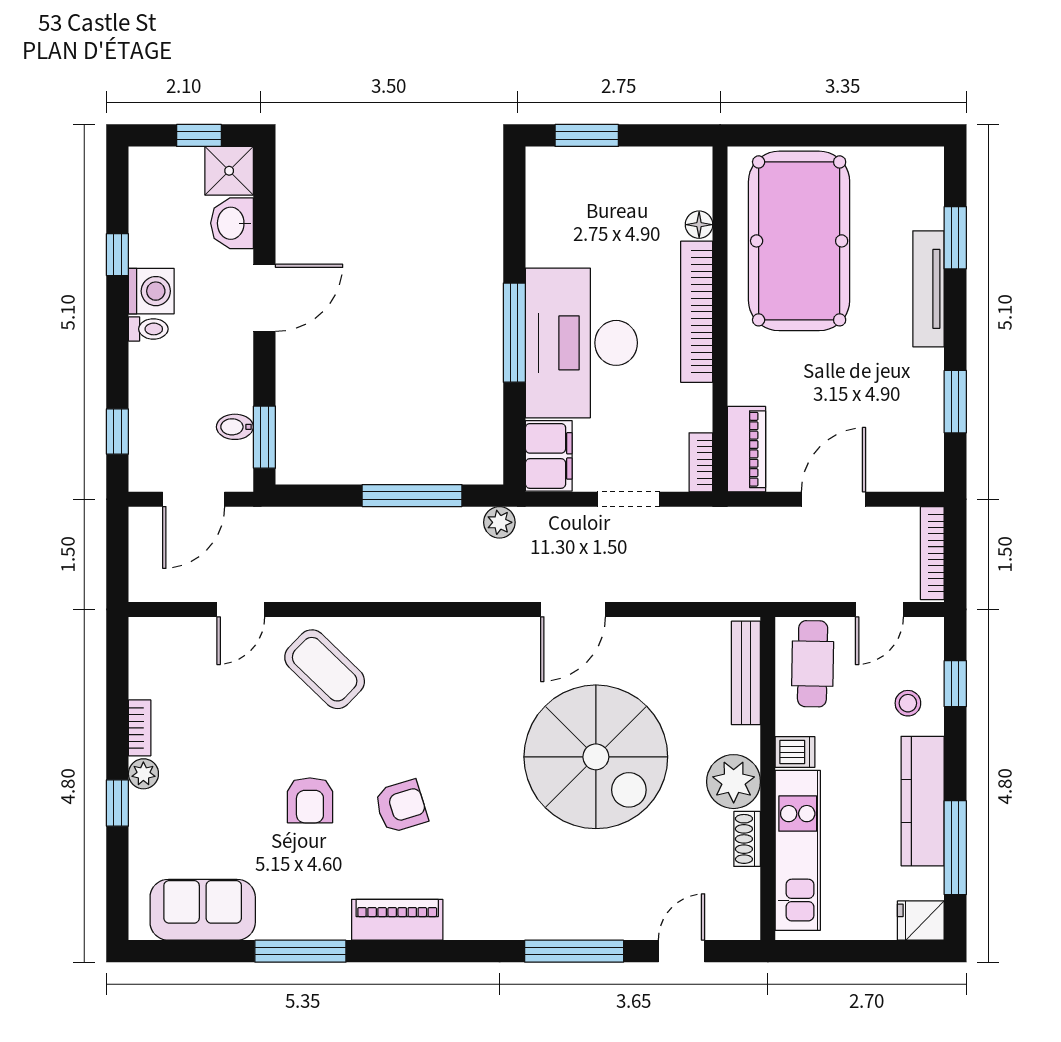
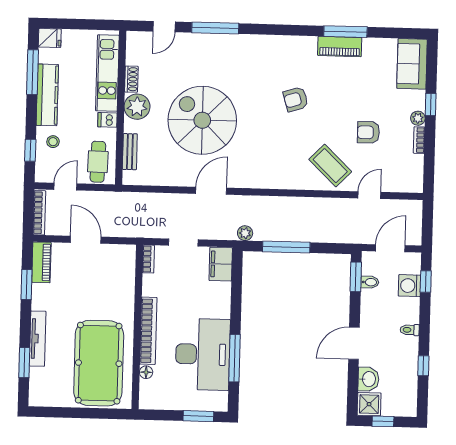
washing machine: (151, 291) -> (409, 286), moved
window: (514, 333) -> (234, 358), moved
desk: (581, 343) -> (203, 354), moved
piano: (747, 449) -> (41, 262), moved, turned 180
door: (834, 499) -> (86, 240), swing flipped
bench: (746, 673) -> (130, 152), width x0.73
armchair: (310, 800) -> (368, 132), moved, turned -90
sofa: (203, 910) -> (412, 64), moved, turned 90
piano: (397, 920) -> (340, 46), moved

